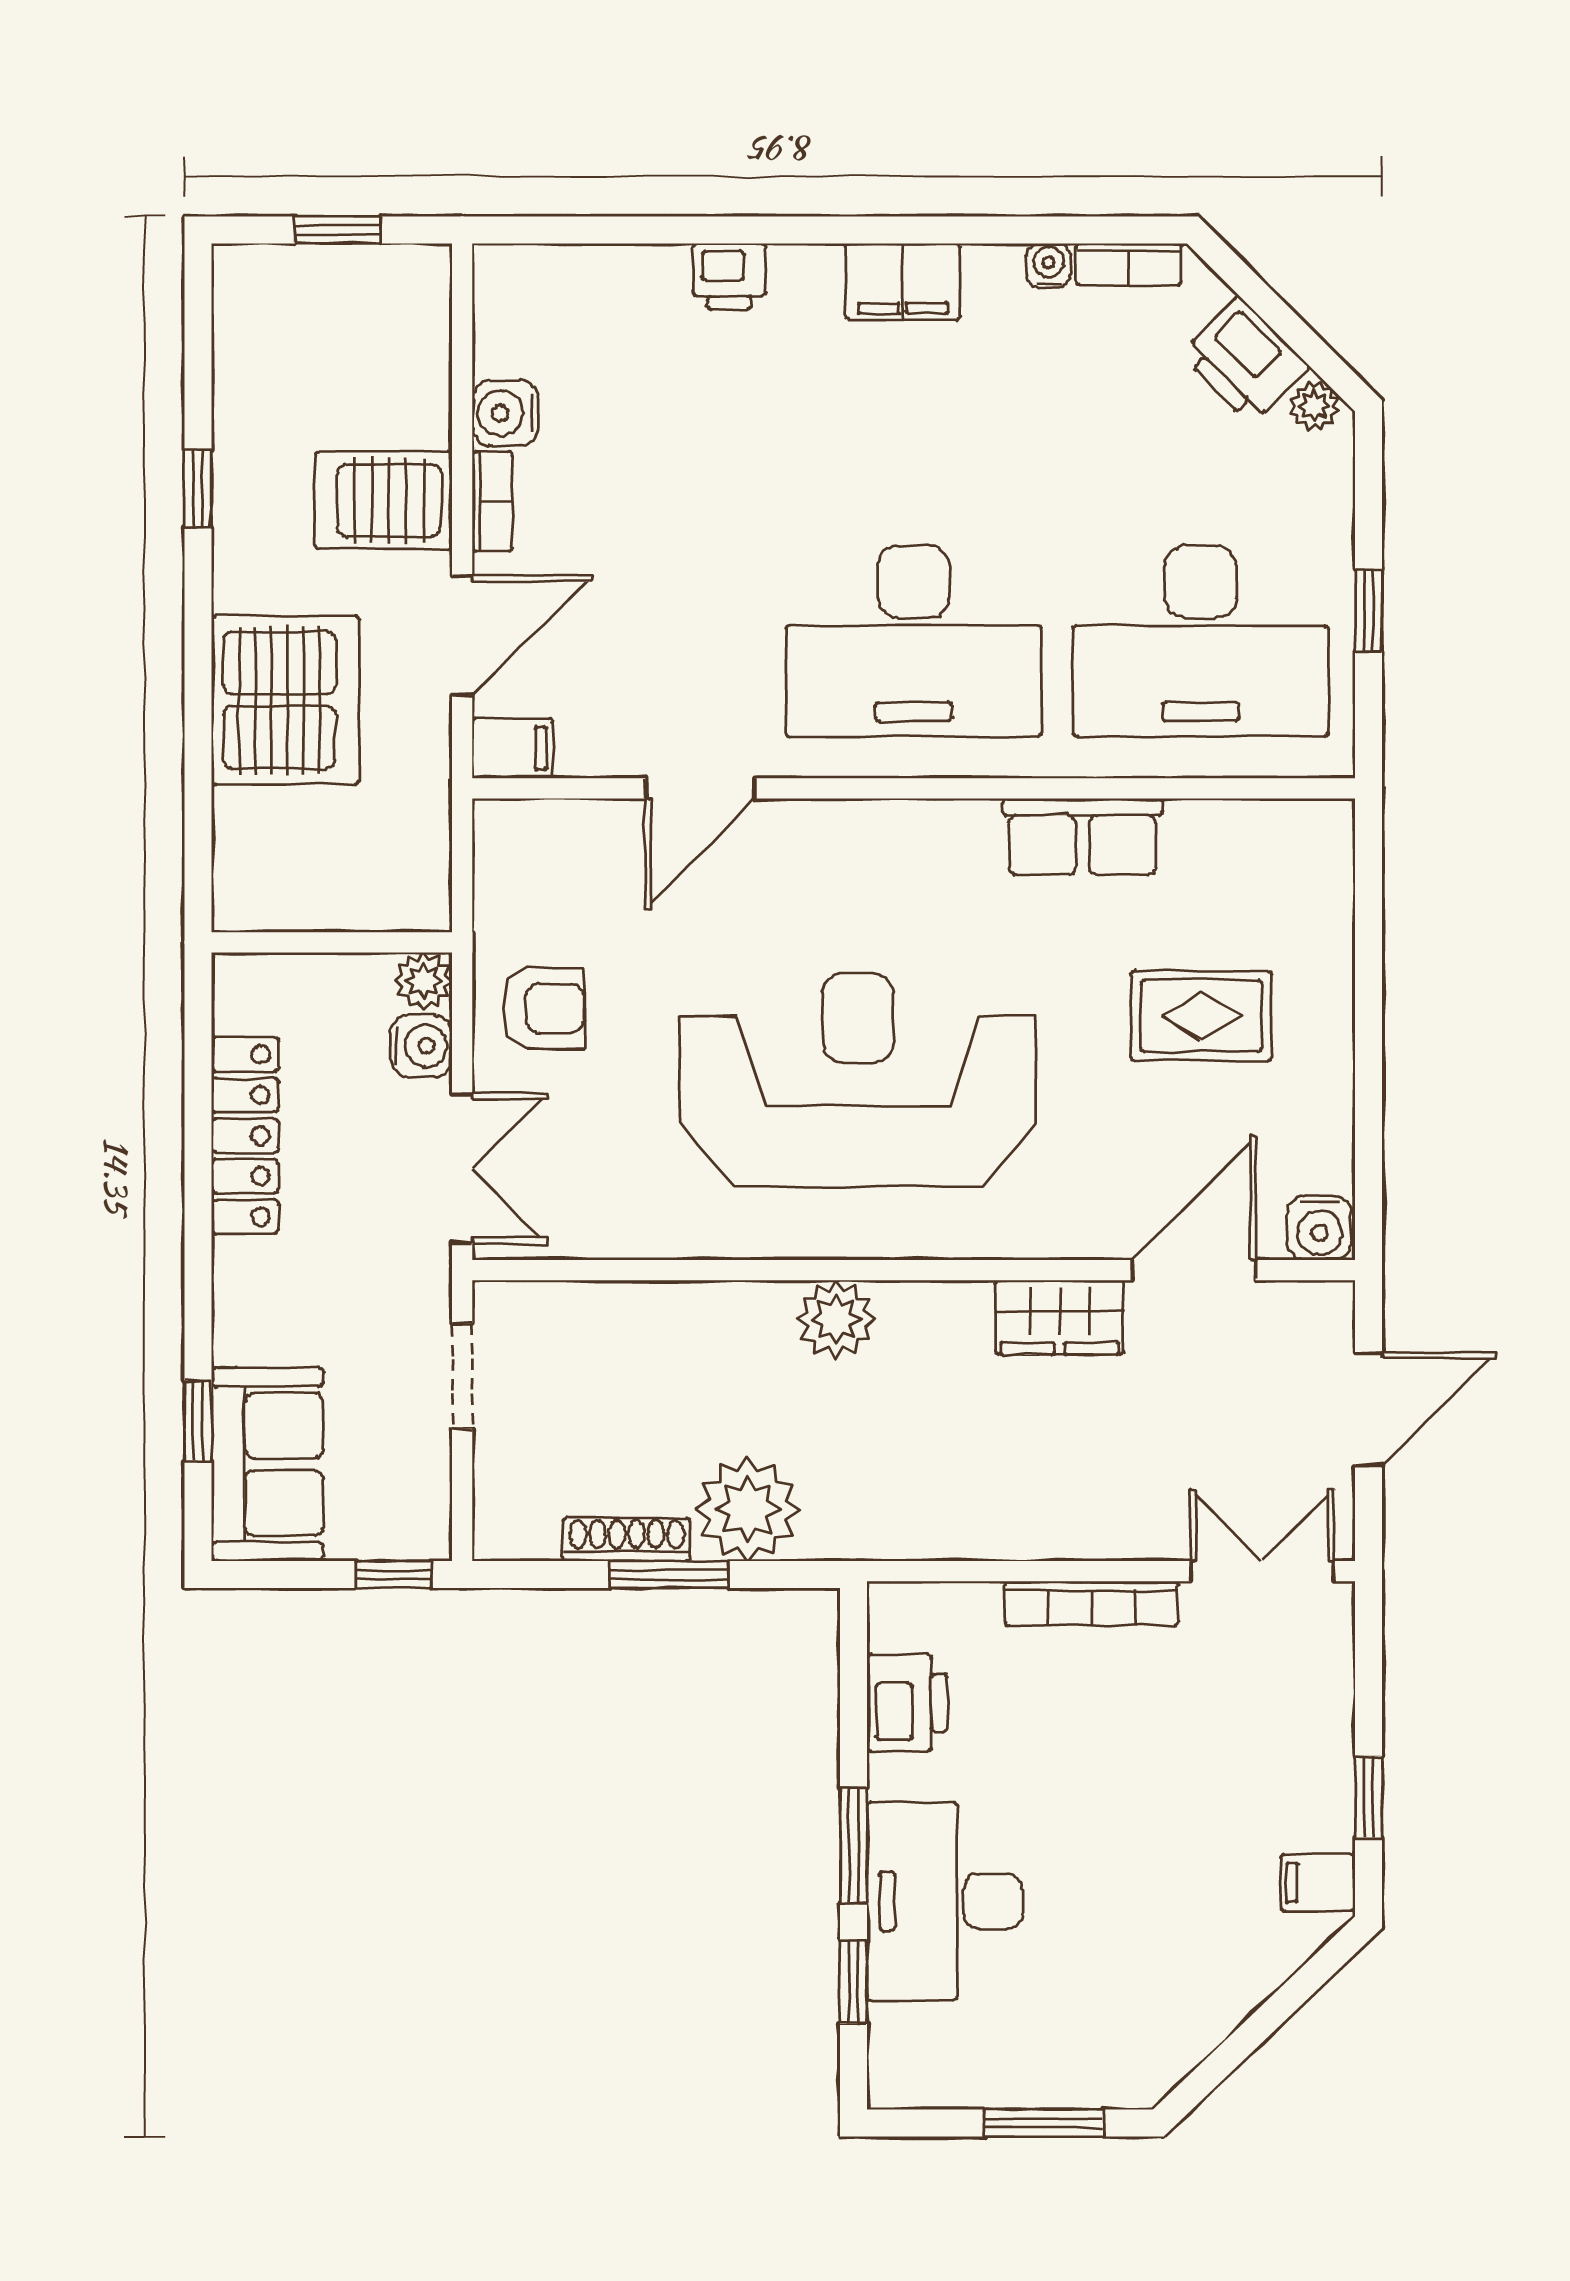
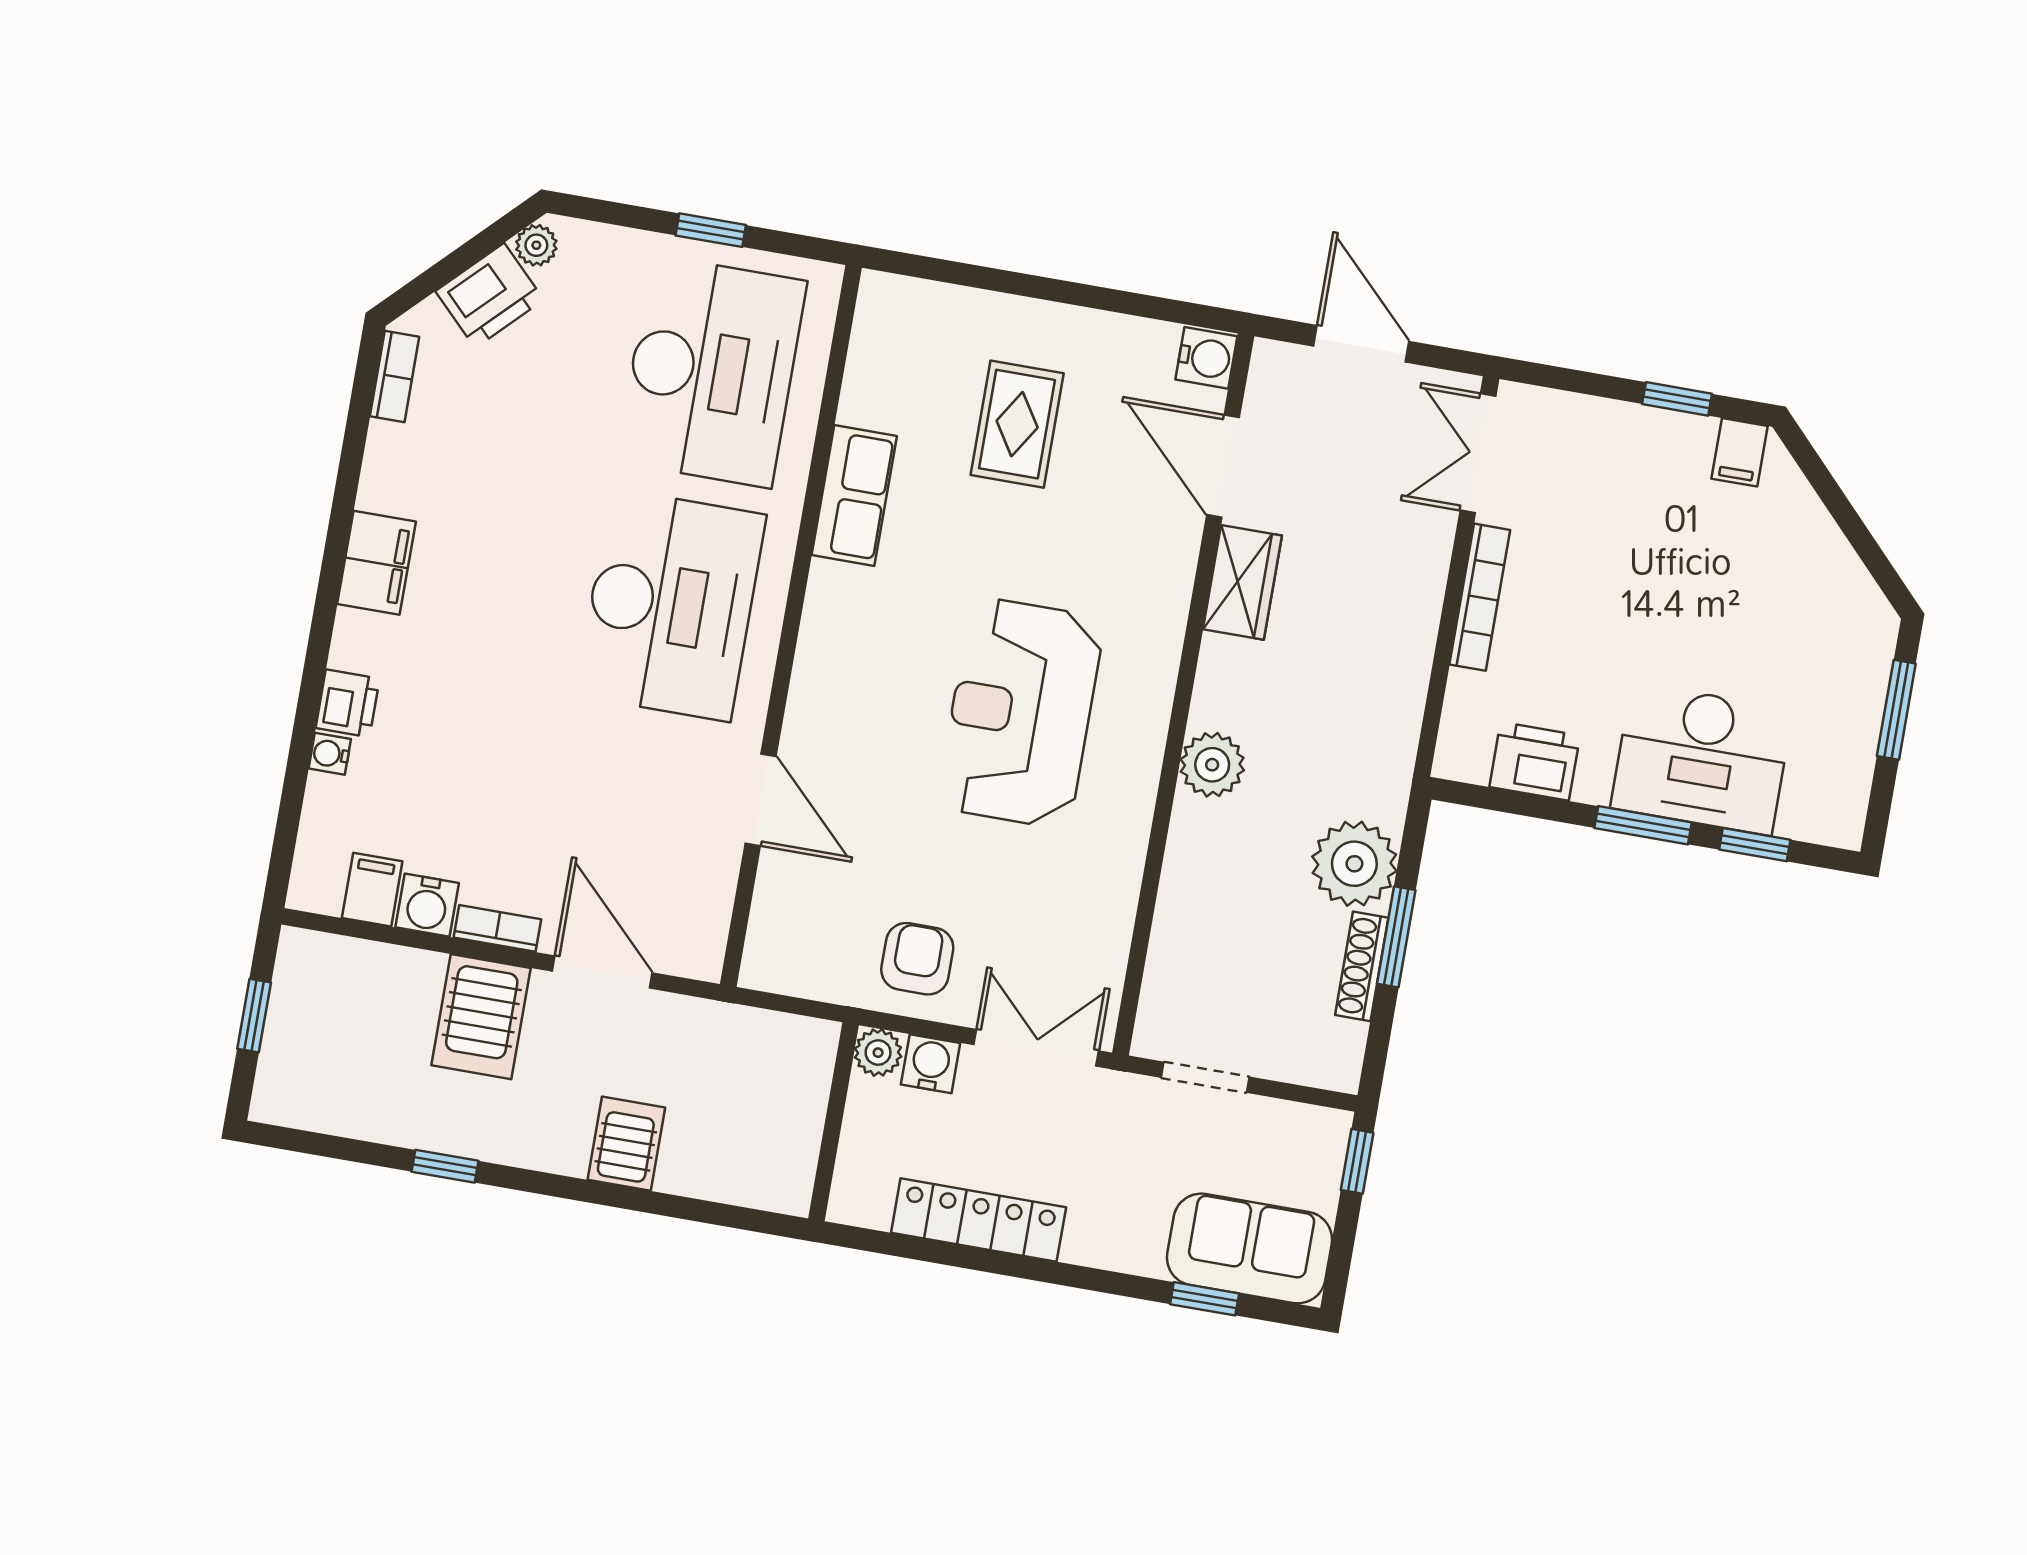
water cooler: (1048, 265) -> (330, 754), moved
server rack: (285, 700) -> (626, 1144), width x0.46, depth x0.70
filing cabinet: (512, 748) -> (372, 890), moved
reception desk: (858, 1080) -> (1021, 713), width x0.74, depth x0.77

